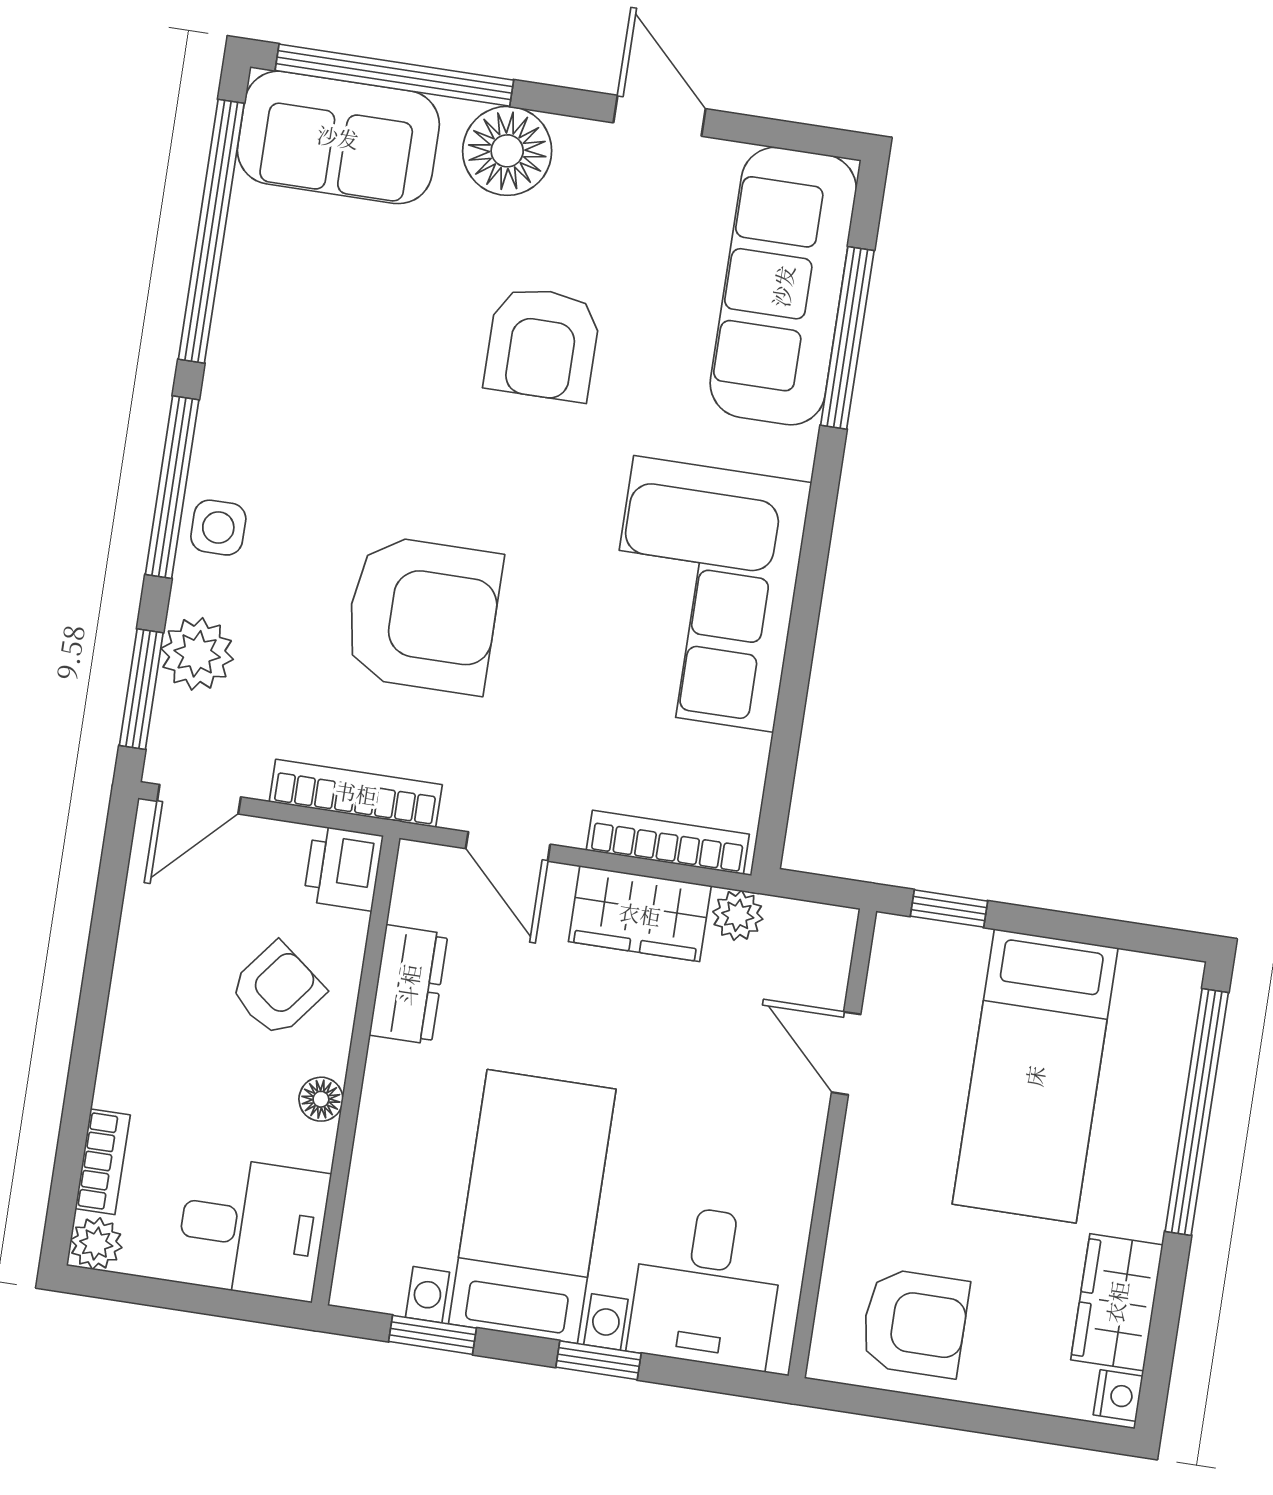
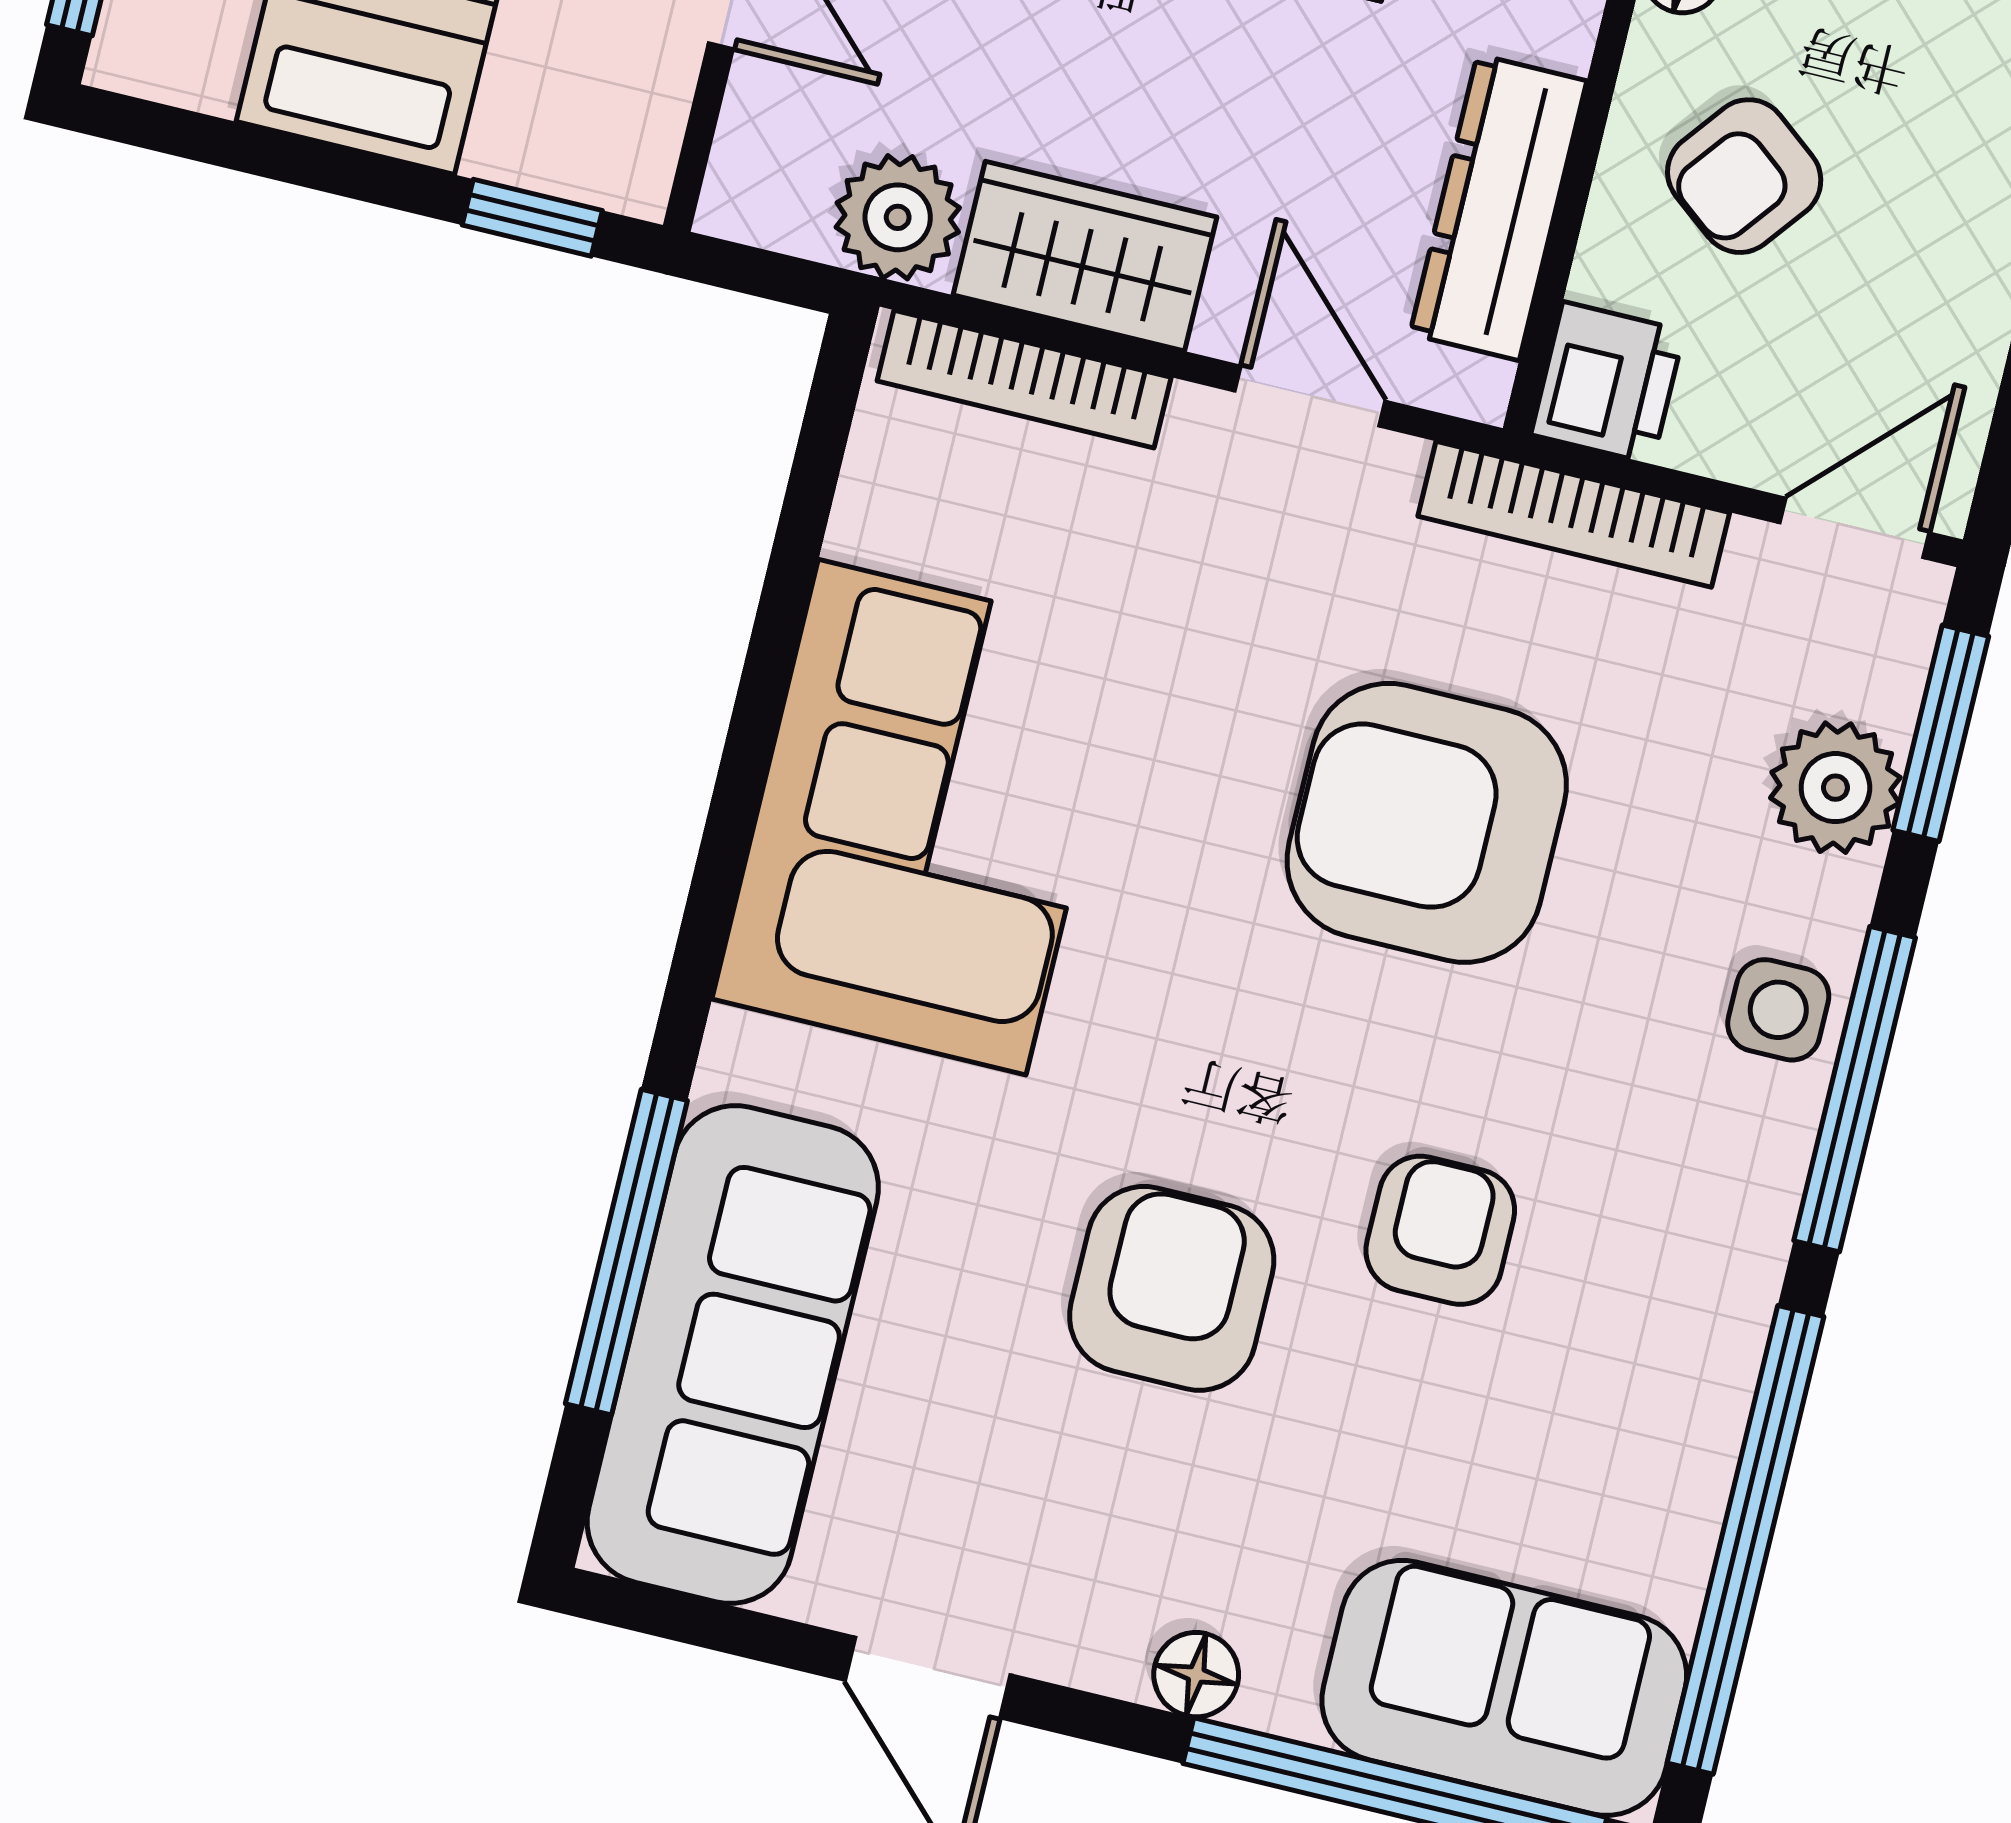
floor lamp: (507, 151) -> (1196, 1675), width x0.53, depth x0.53
armchair: (396, 389) -> (1440, 1230), added
plant: (738, 915) -> (898, 217), width x1.38, depth x1.38
dresser: (409, 985) -> (1498, 207), width x1.44

